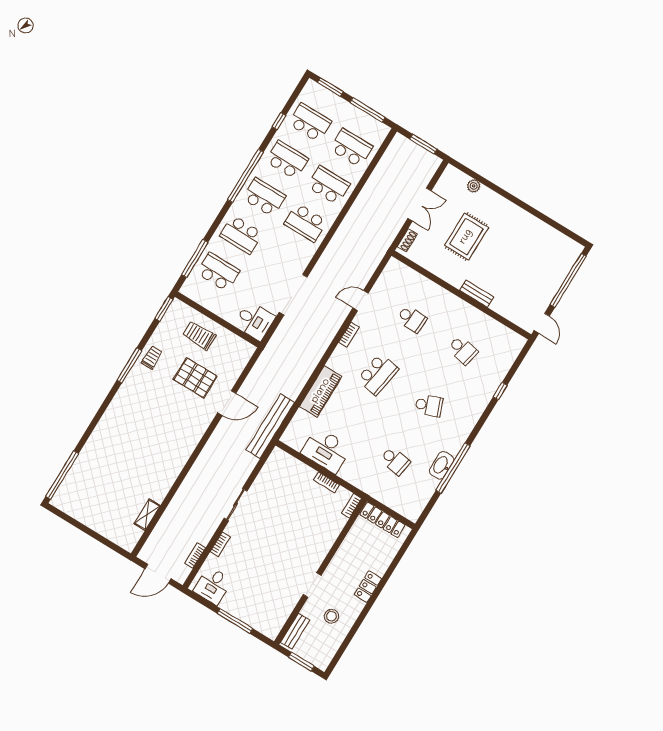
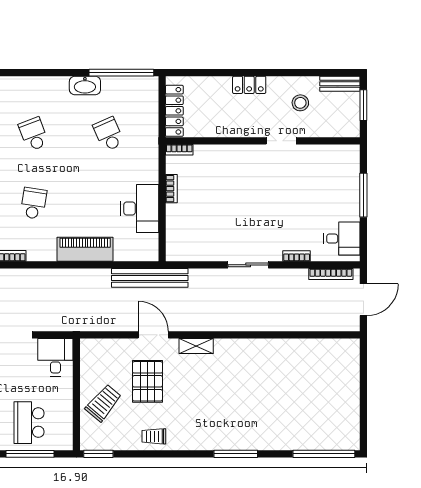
trolley: (199, 336) -> (103, 403), turned -140
window: (129, 365) -> (236, 454), moved
school desk: (378, 374) -> (34, 203), width x0.54
school desk: (395, 461) -> (109, 134), turned -33
window: (453, 468) -> (121, 73), moved
shelving: (147, 515) -> (196, 346), moved
bookcase: (195, 556) -> (331, 274), width x1.56
door: (158, 574) -> (363, 300), hinge flipped
bench: (295, 631) -> (340, 84), moved

